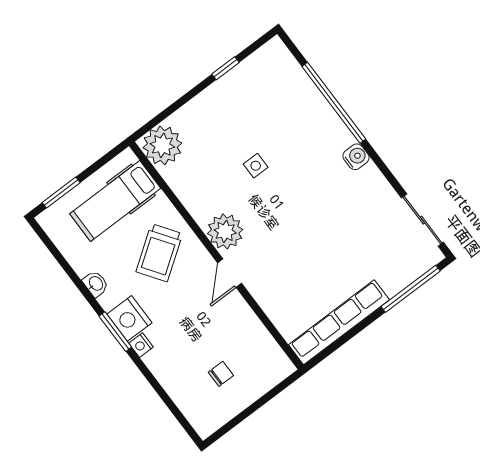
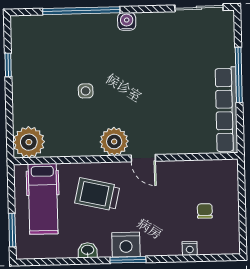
trolley: (159, 253) -> (97, 194), turned 138
window: (411, 289) -> (239, 75), moved
nightstand: (141, 345) -> (190, 248), moved

